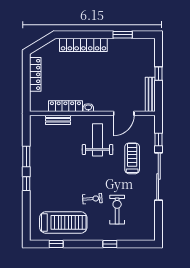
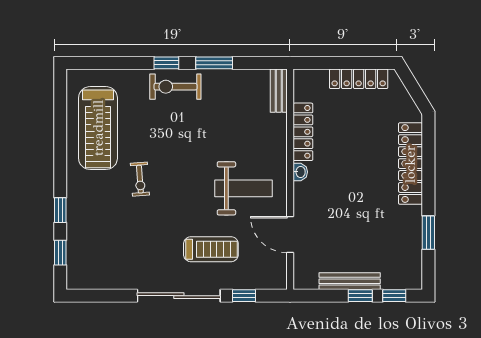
window: (158, 54) -> (394, 296), added
bench: (150, 94) -> (350, 281), moved
bench: (58, 120) -> (279, 91), moved
exercise bike: (117, 210) -> (175, 87), moved, turned 180
window: (56, 244) -> (60, 253), moved

